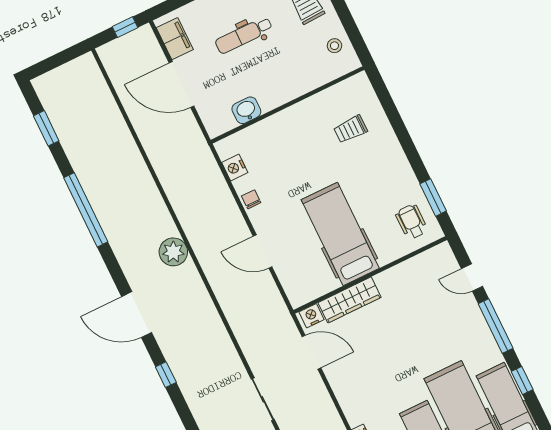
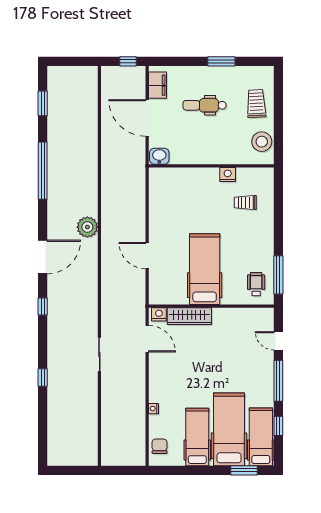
stool: (334, 46) -> (262, 142), width x1.89, depth x1.89
washbasin: (246, 110) -> (159, 156), moved
nightstand: (235, 168) -> (228, 175), moved, turned 90
window: (433, 197) -> (278, 275), width x1.44
chair: (251, 199) -> (156, 217), removed
door: (137, 315) -> (43, 257), swing flipped

